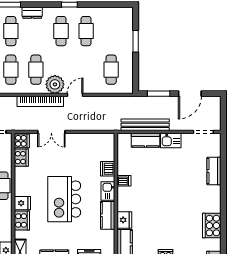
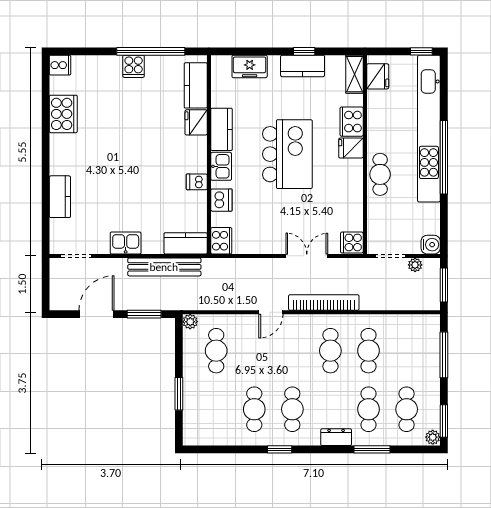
plant: (55, 84) -> (190, 322), moved, width x0.53, depth x0.53
kitchen counter: (145, 140) -> (186, 243), moved
cooker: (21, 158) -> (221, 241), moved, turned 180

